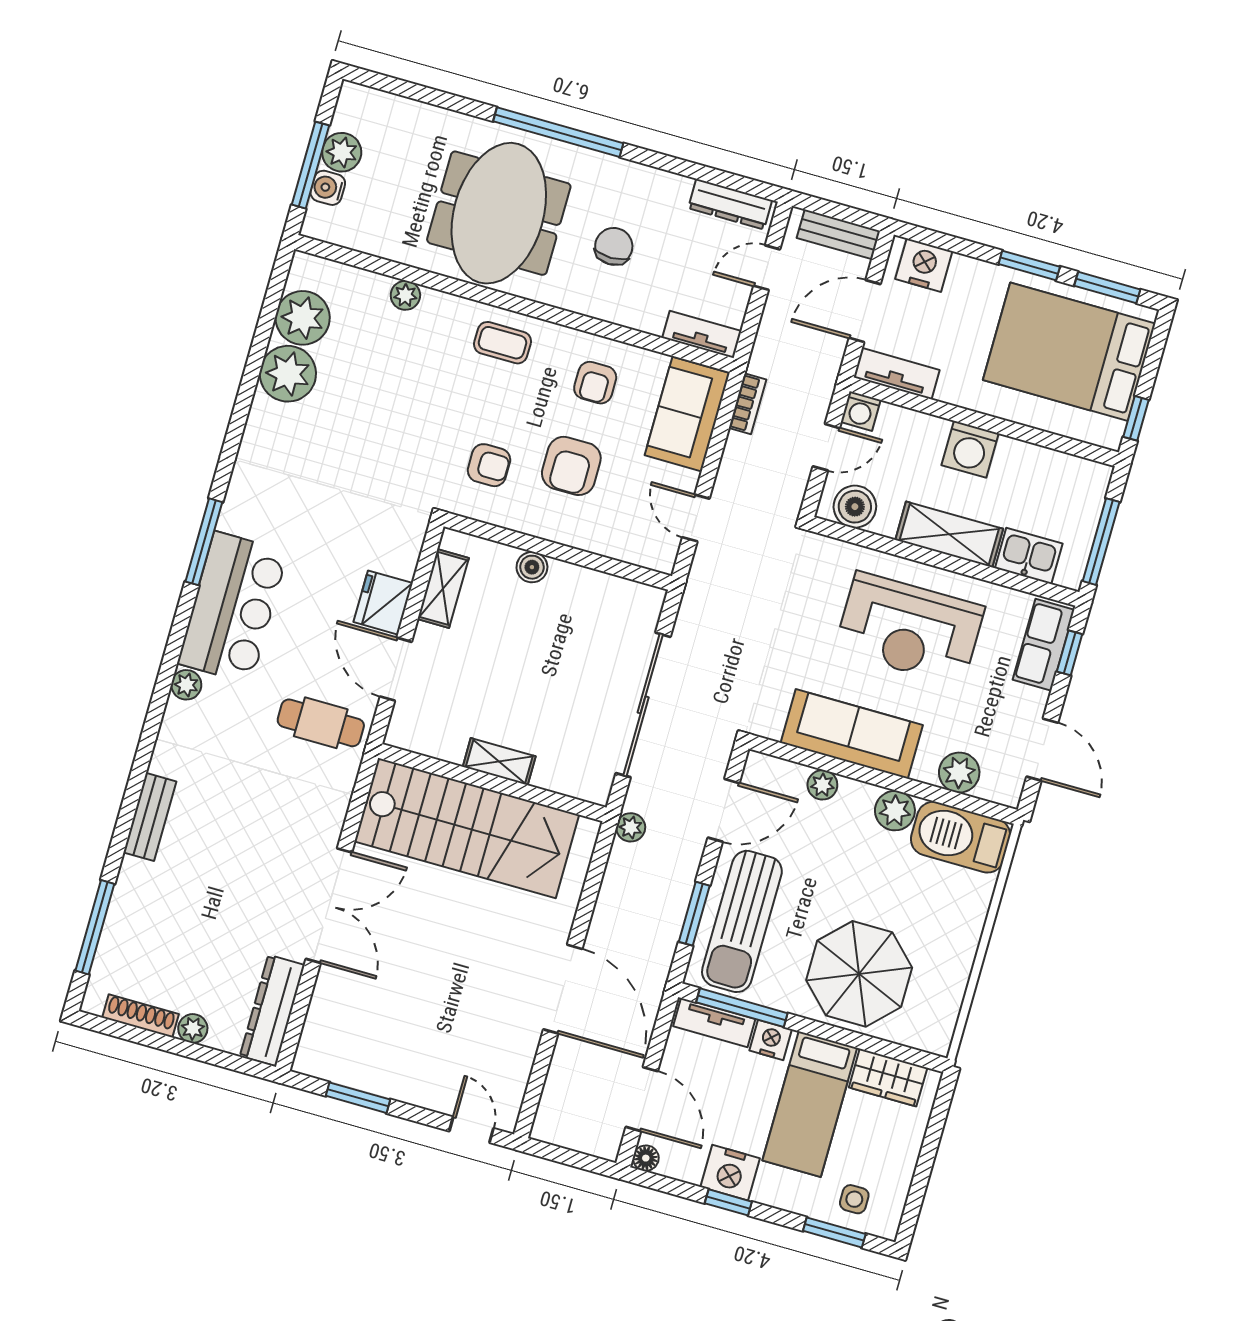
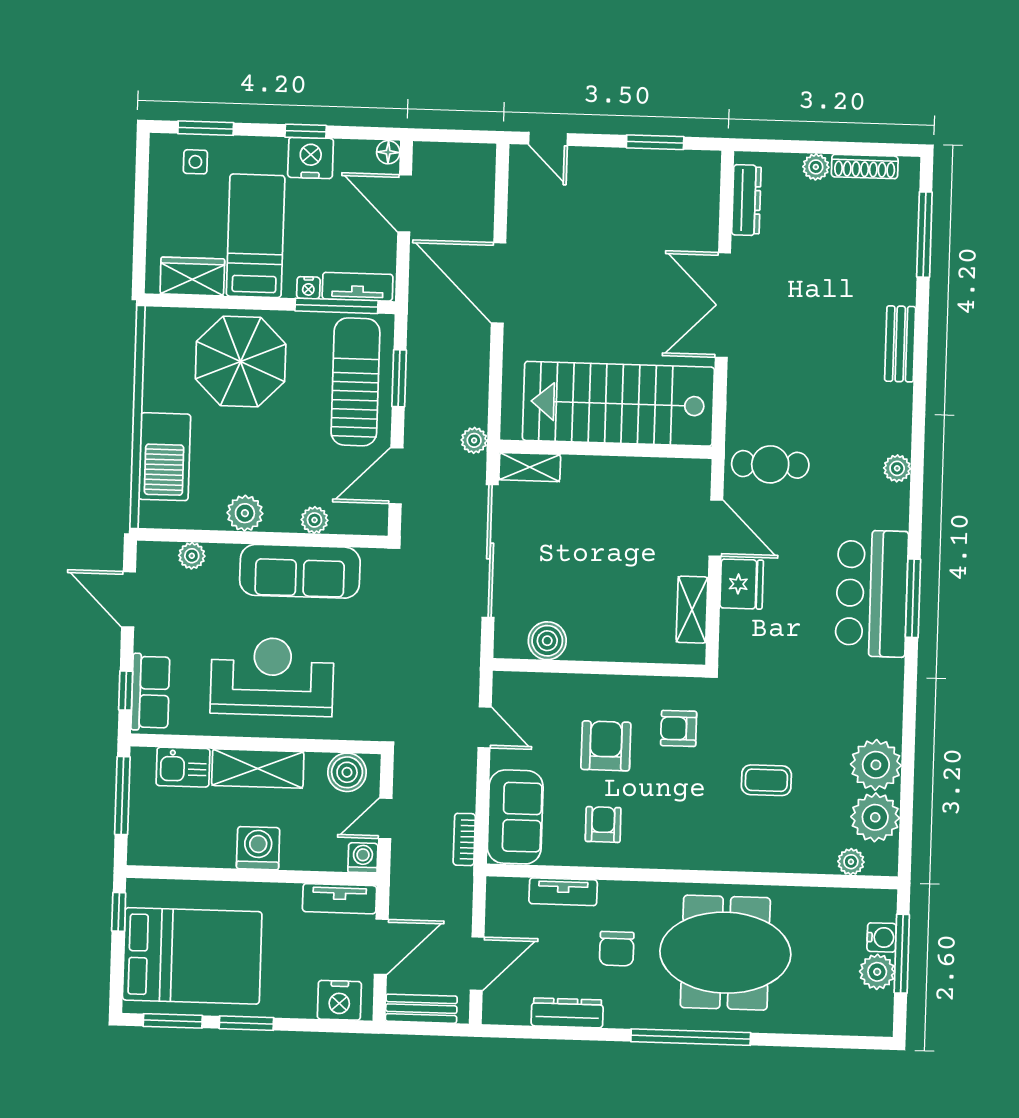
dresser: (730, 204) -> (567, 1013), moved
meeting table: (499, 213) -> (725, 953), turned 90
door: (767, 268) -> (477, 964), width x1.38
plant: (405, 295) -> (851, 862), moved
tv unit: (702, 334) -> (563, 892), moved
coffee table: (503, 343) -> (766, 780), moved
boiler: (532, 567) -> (547, 641), moved, width x1.36, depth x1.36
bar counter: (233, 608) -> (872, 593), moved
shelving: (499, 762) -> (530, 467), moved
plant: (959, 773) -> (192, 556), width x0.73, depth x0.73
barbecue: (961, 837) -> (164, 457), moved, turned 90
dresser: (272, 1010) -> (746, 200), width x0.73, depth x0.80
nightstand: (771, 1040) -> (308, 288), width x0.72, depth x0.74

